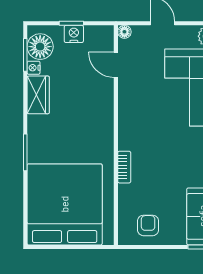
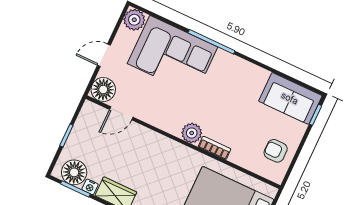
floor lamp: (124, 32) -> (103, 90), width x1.89, depth x1.89
nightstand: (74, 34) -> (77, 138), removed
plant: (128, 139) -> (192, 133), added

